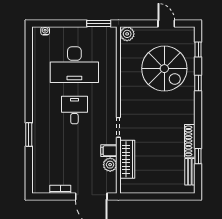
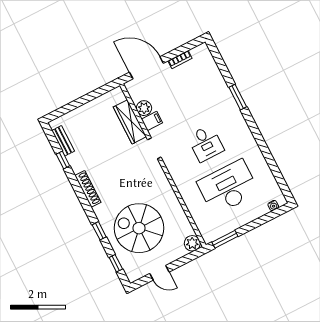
shoe rack: (190, 141) -> (88, 189), moved

